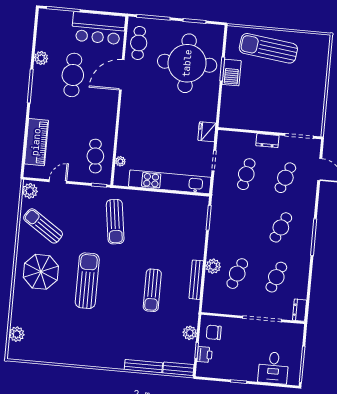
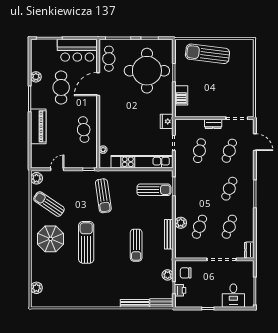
barbecue: (232, 72) -> (181, 95), moved
piano: (36, 142) -> (38, 126), moved
cafe table: (95, 156) -> (84, 130), moved
sun lounger: (182, 220) -> (154, 190), added

